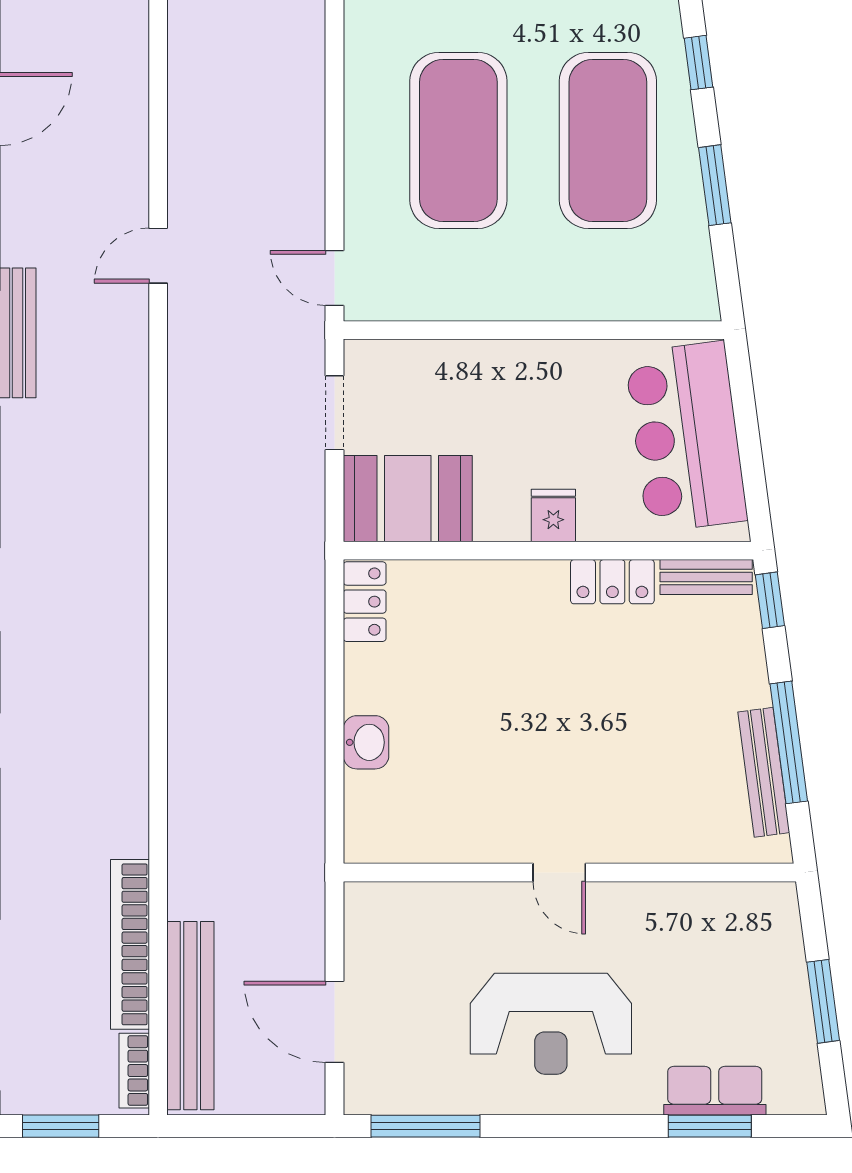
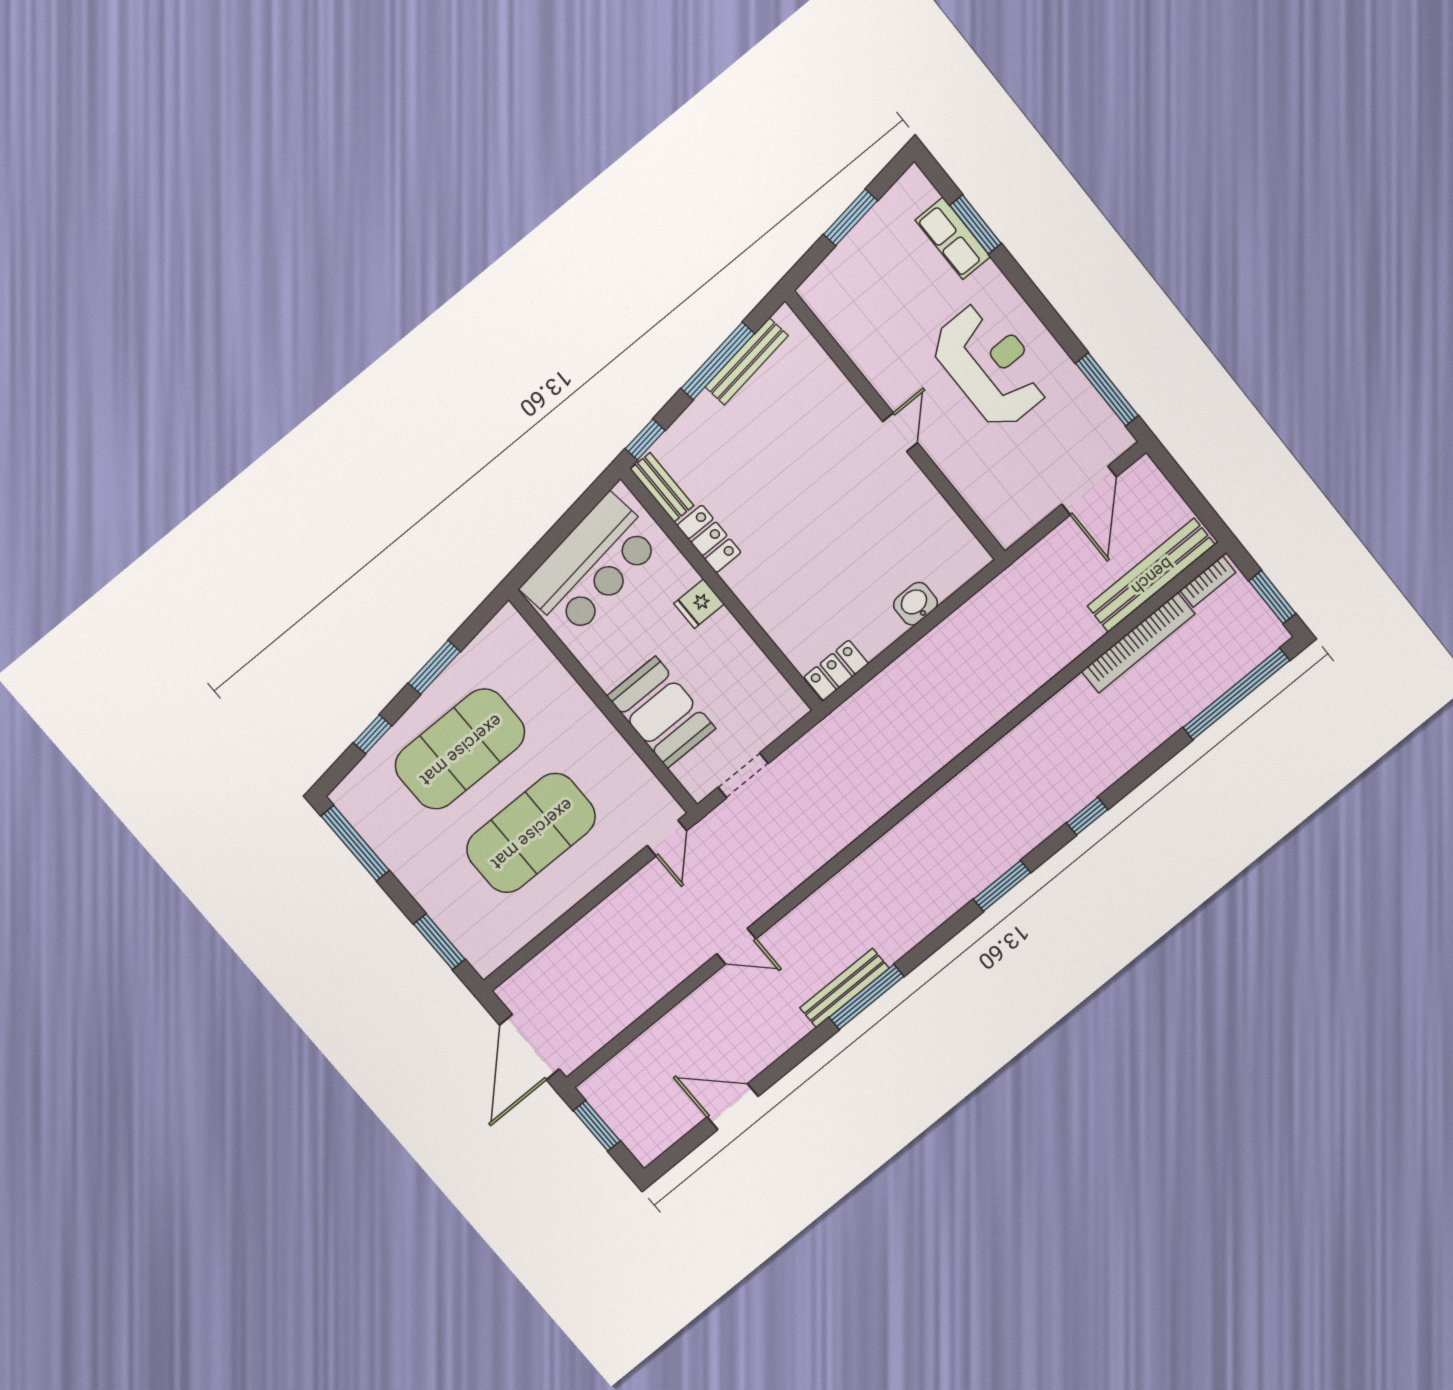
booth: (408, 499) -> (661, 712), moved

